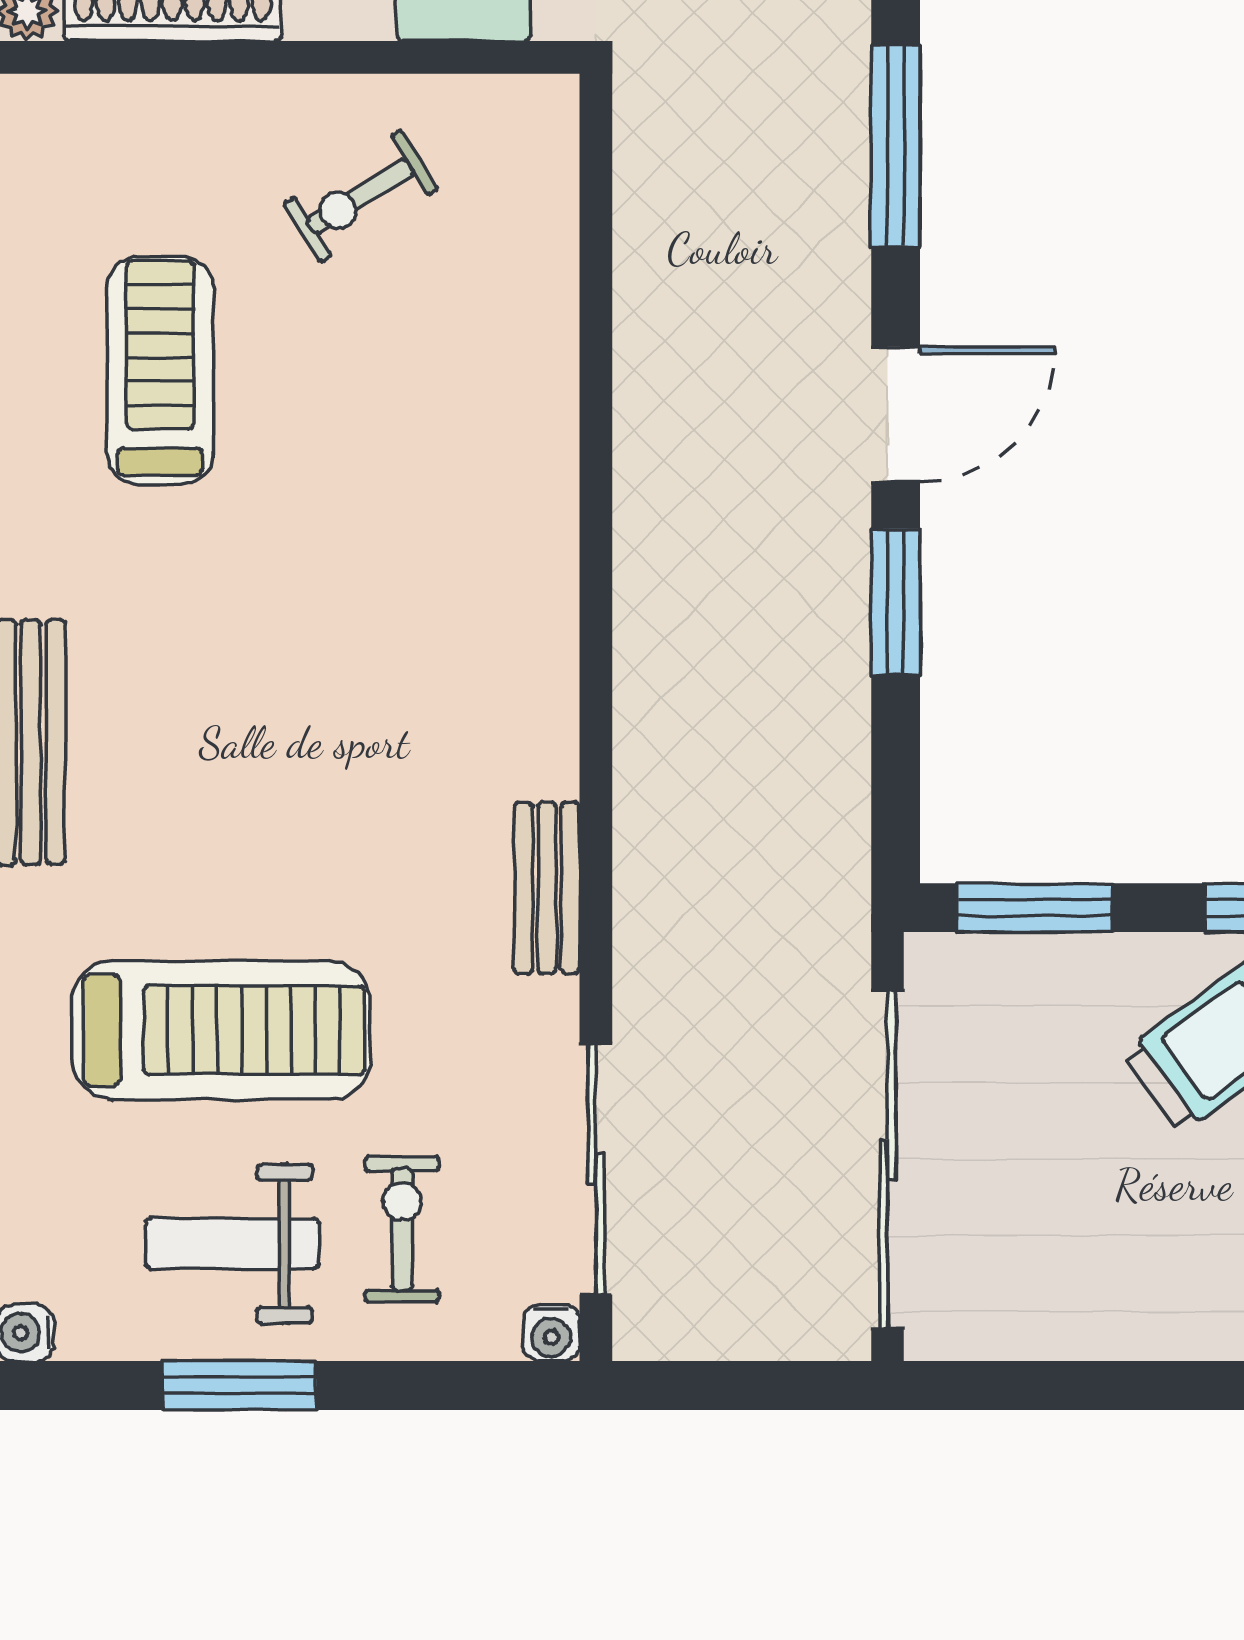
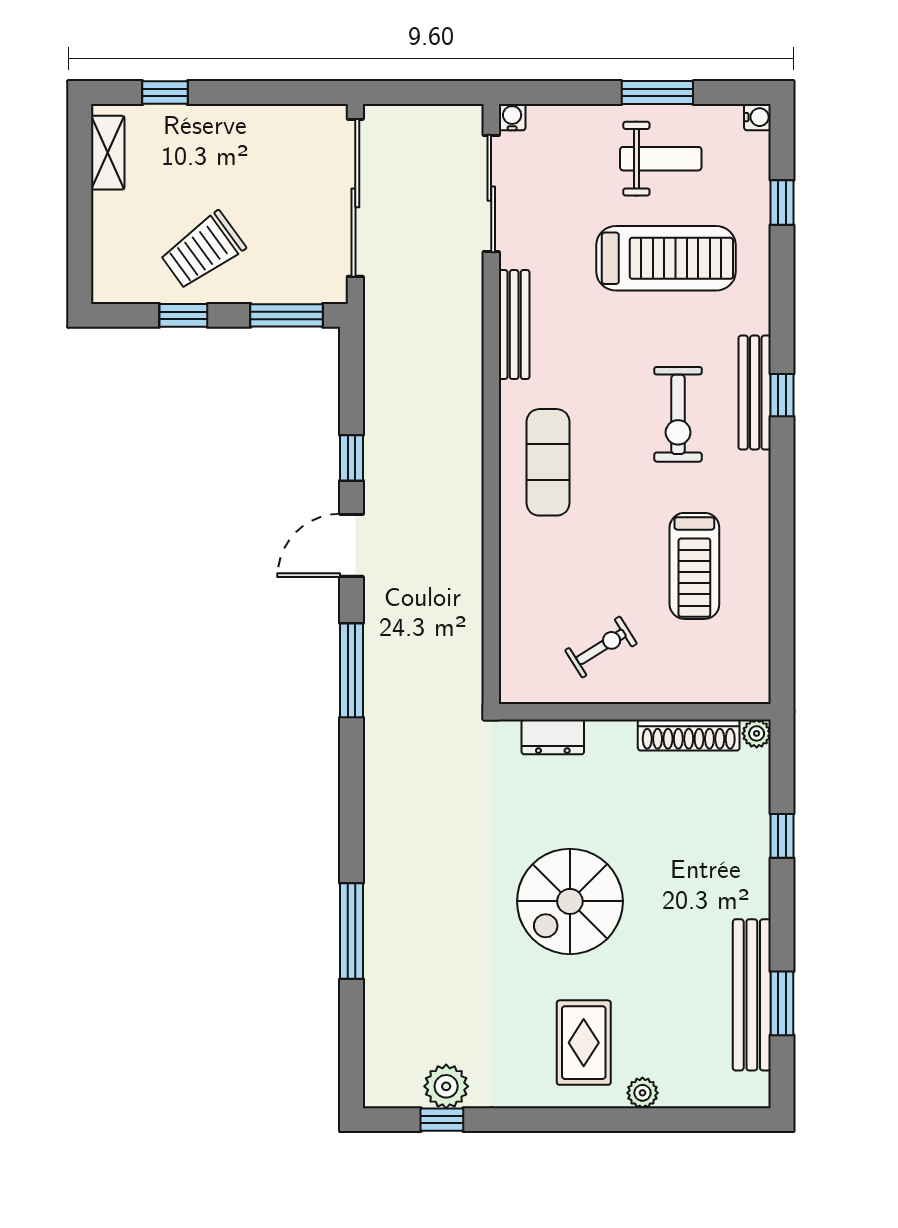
exercise mat: (474, 592) -> (548, 462), added
window: (896, 602) -> (352, 458), width x0.67
bench: (547, 888) -> (514, 325), width x1.36
treadmill: (221, 1030) -> (666, 258), turned 180
exercise bike: (402, 1229) -> (678, 414), moved, width x1.38, depth x1.39

